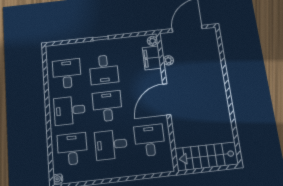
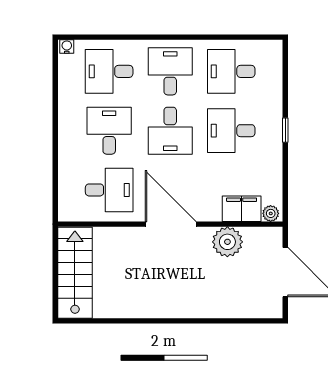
plant: (168, 60) -> (227, 242), width x1.88, depth x1.88
desk: (67, 74) -> (231, 71), turned 180
desk: (107, 106) -> (170, 131), turned 90
desk: (72, 149) -> (109, 71), turned 180

